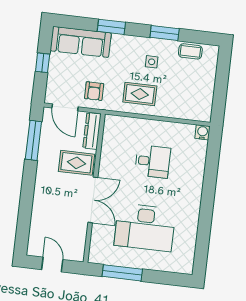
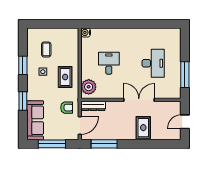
coffee table: (190, 51) -> (46, 49), moved
window: (43, 63) -> (52, 144), width x2.17
plant: (121, 127) -> (89, 87), added
rug: (76, 163) -> (143, 128), moved
desk: (145, 227) -> (153, 63), width x0.73, depth x0.77

